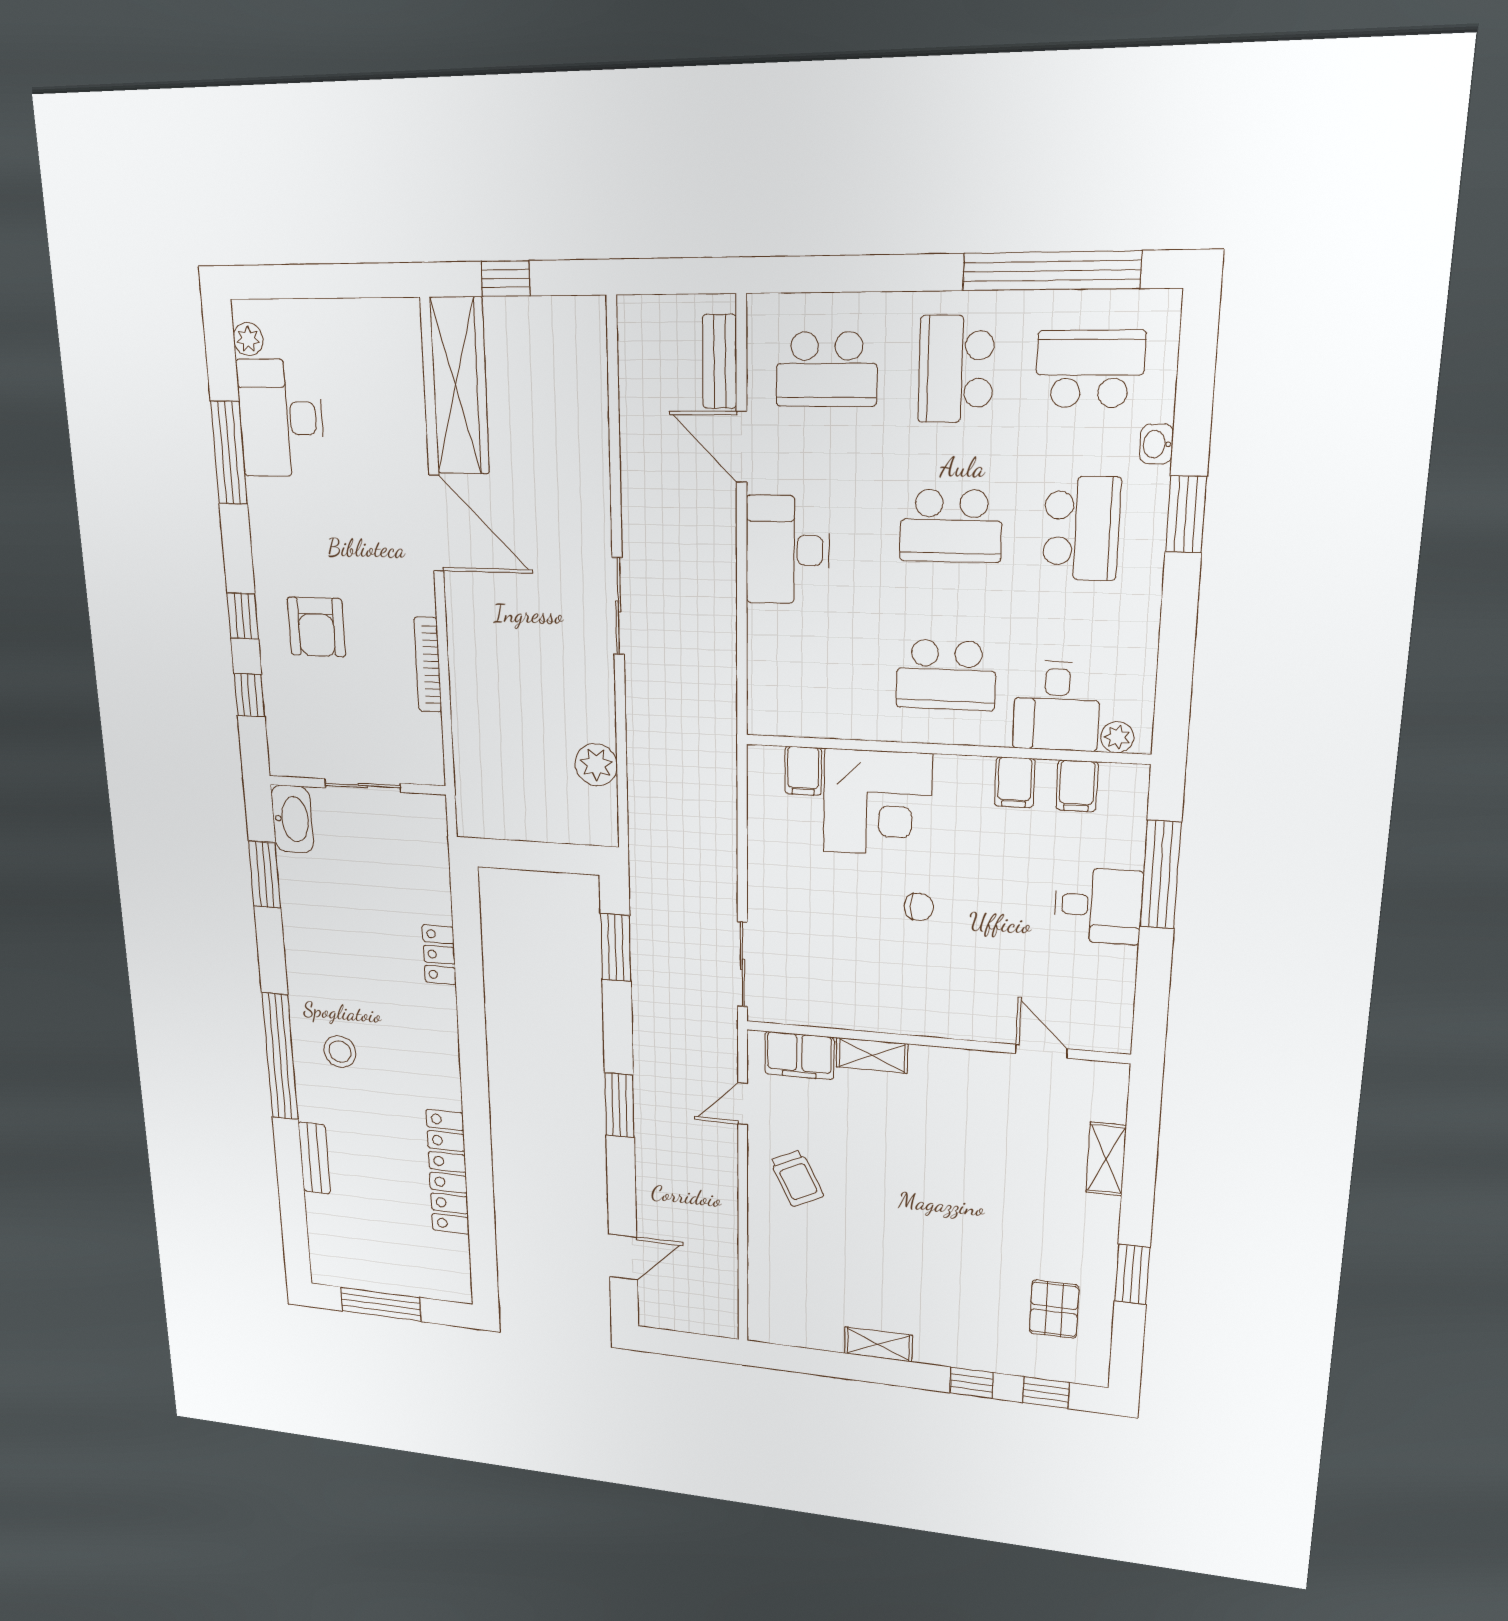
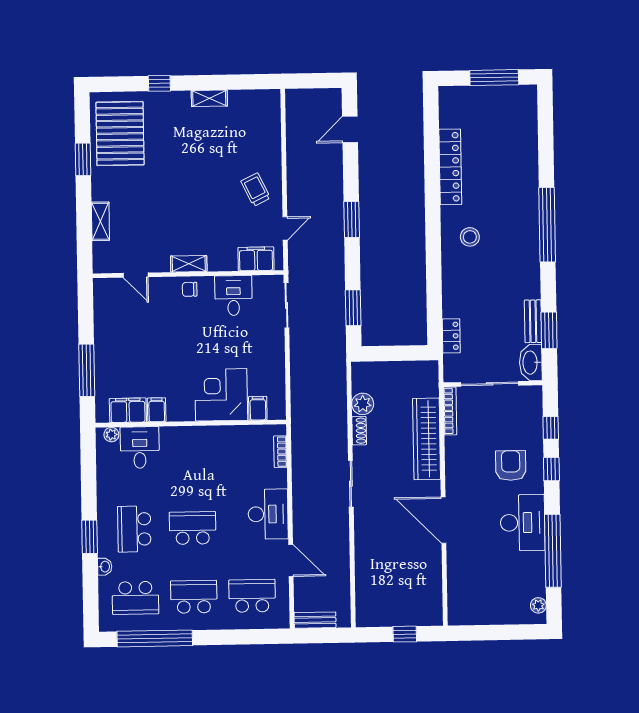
bench: (720, 362) -> (315, 620), moved, turned 90
school desk: (956, 369) -> (194, 597), turned -90
wardrobe: (460, 386) -> (427, 439), moved
desk: (281, 418) -> (523, 523), moved
window: (229, 453) -> (553, 551), width x1.46
bookcase: (428, 665) -> (450, 411), moved
school desk: (946, 675) -> (191, 459), removed
bookcase: (759, 680) -> (280, 452), added
shoe rack: (603, 712) -> (359, 431), added
sliding door: (363, 785) -> (490, 384), width x1.37
filing cabinet: (1077, 786) -> (128, 410), width x2.00
desk: (1098, 906) -> (233, 296), moved, turned 90
chair: (919, 907) -> (190, 289), moved
locker: (439, 955) -> (451, 336), moved
stool: (340, 1052) -> (470, 237), moved
shelving: (872, 1055) -> (189, 264), moved
bench: (314, 1158) -> (533, 321), moved
pallet: (1054, 1309) -> (120, 134), width x2.05, depth x2.00
window: (1046, 1393) -> (121, 84), removed

